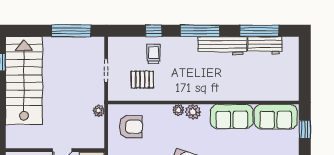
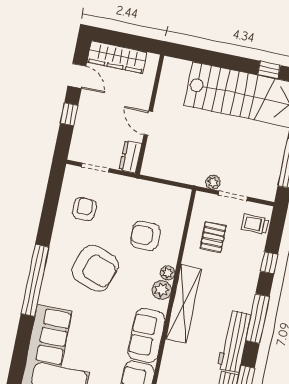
trolley: (154, 54) -> (255, 224), moved, turned 180
shelving: (201, 92) -> (183, 304), added
plant: (99, 111) -> (213, 182), moved
armchair: (131, 127) -> (145, 236), moved, turned 90

